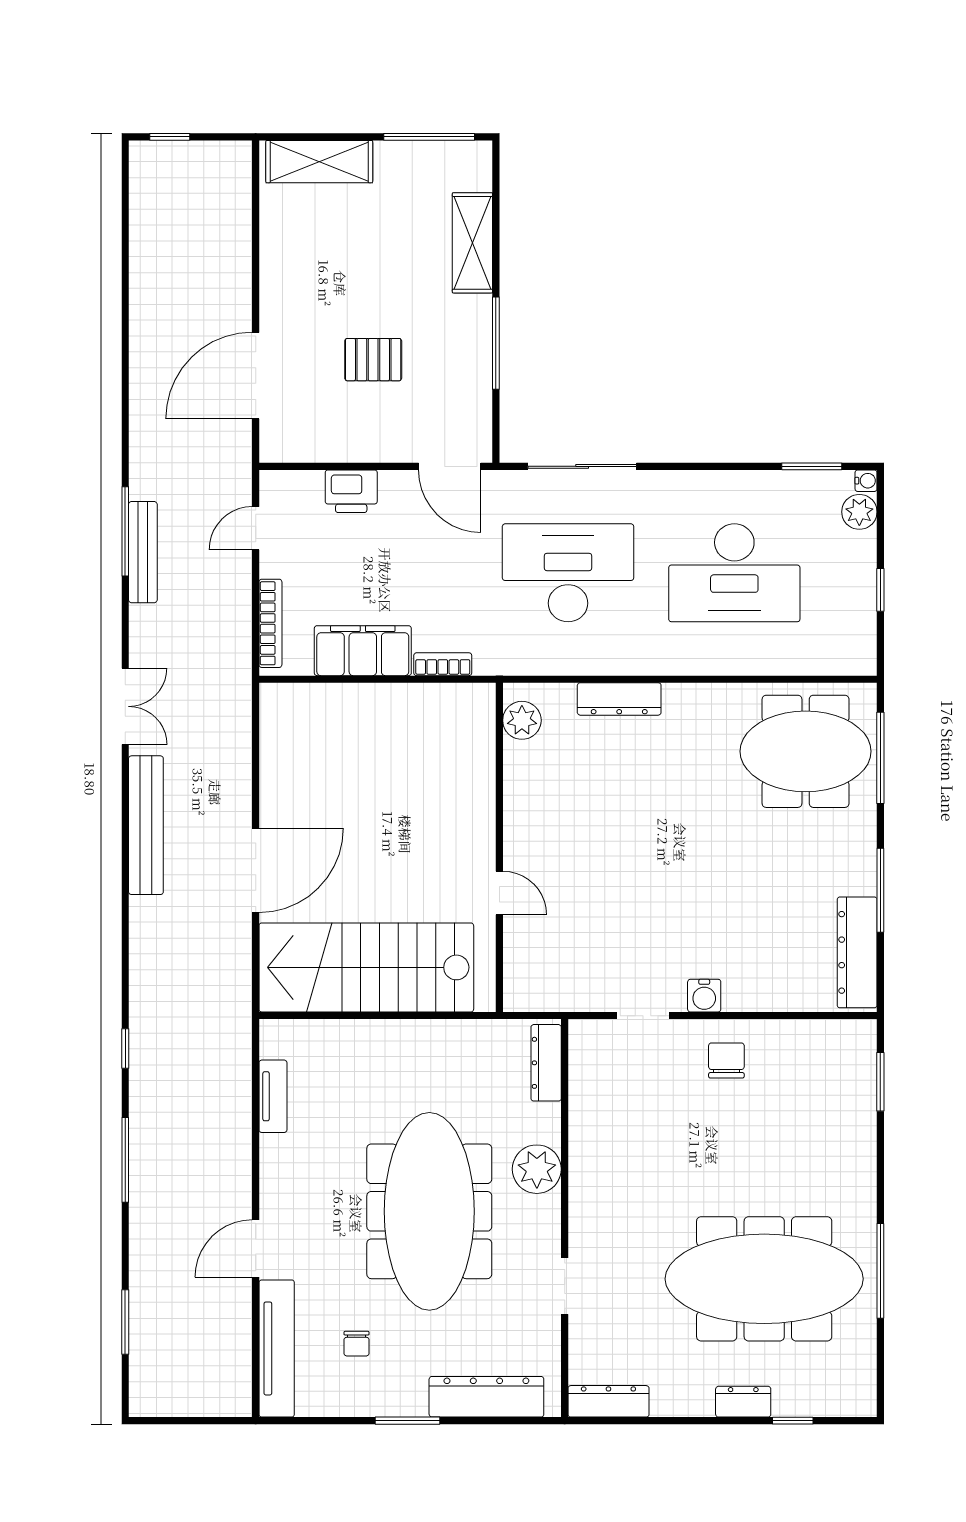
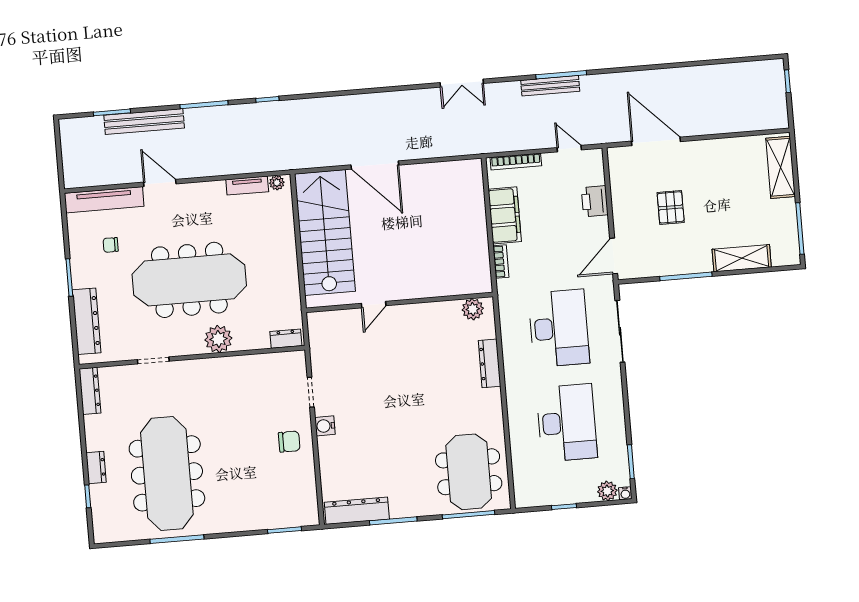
desk: (734, 573) -> (567, 423), turned 180
bench: (146, 825) -> (144, 122), moved
plant: (272, 1044) -> (277, 183), added
dresser: (546, 1063) -> (286, 339), width x0.70

